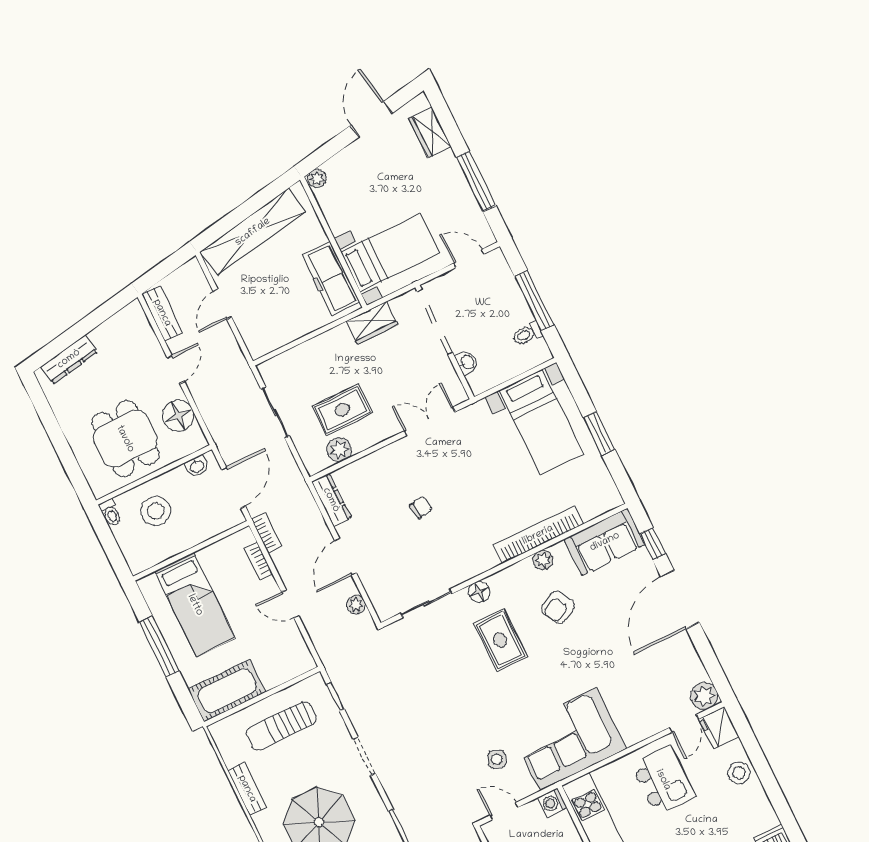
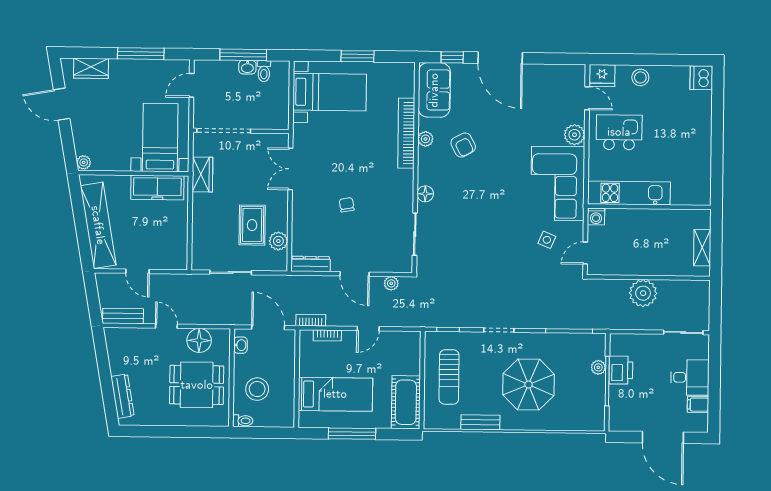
washbasin: (467, 362) -> (247, 67), moved, turned 180
rug: (500, 640) -> (466, 196), removed
plant: (704, 696) -> (574, 135), moved

